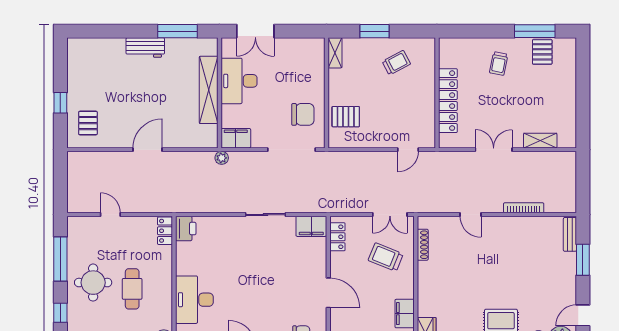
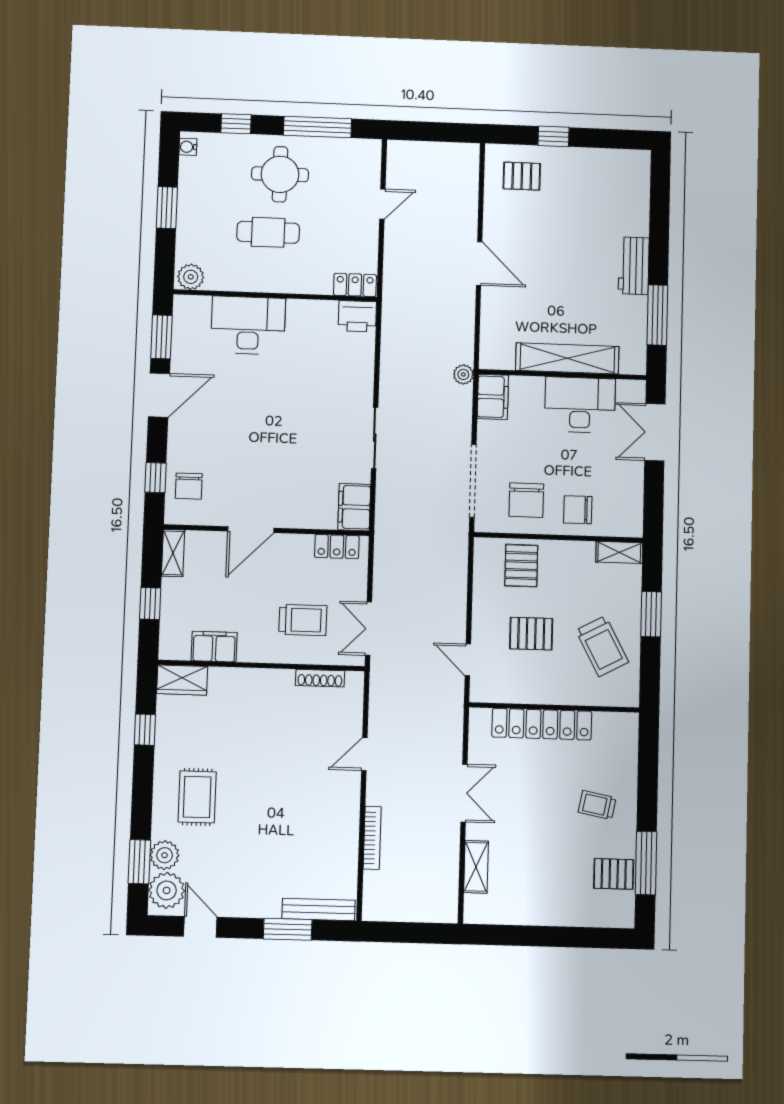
trolley: (396, 63) -> (602, 646), width x1.36, depth x1.39
chair: (308, 81) -> (578, 510), added
pallet: (390, 109) -> (531, 634), added
bench: (570, 234) -> (318, 909), width x1.36
trolley: (386, 257) -> (303, 620), turned 68

